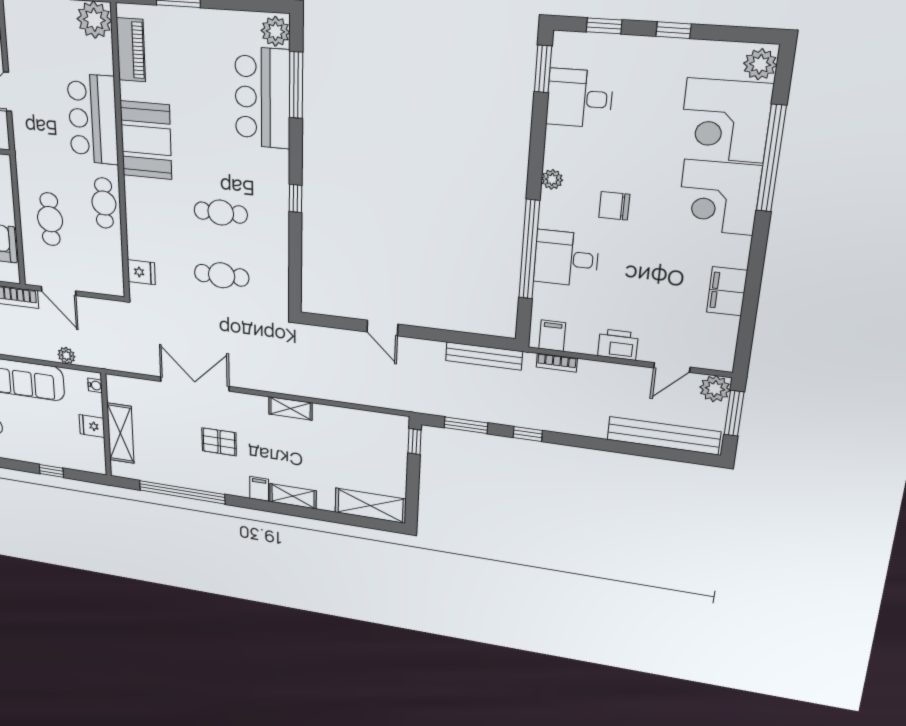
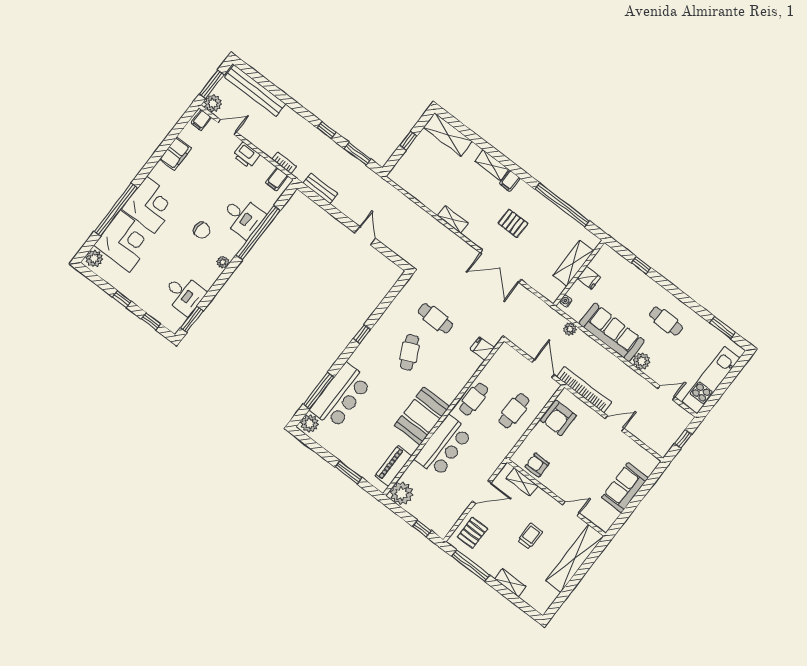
cafe table: (221, 213) -> (409, 352), turned 65
bench: (484, 356) -> (320, 188), width x0.73
filing cabinet: (718, 357) -> (201, 120), added
window: (414, 442) -> (408, 141), moved

